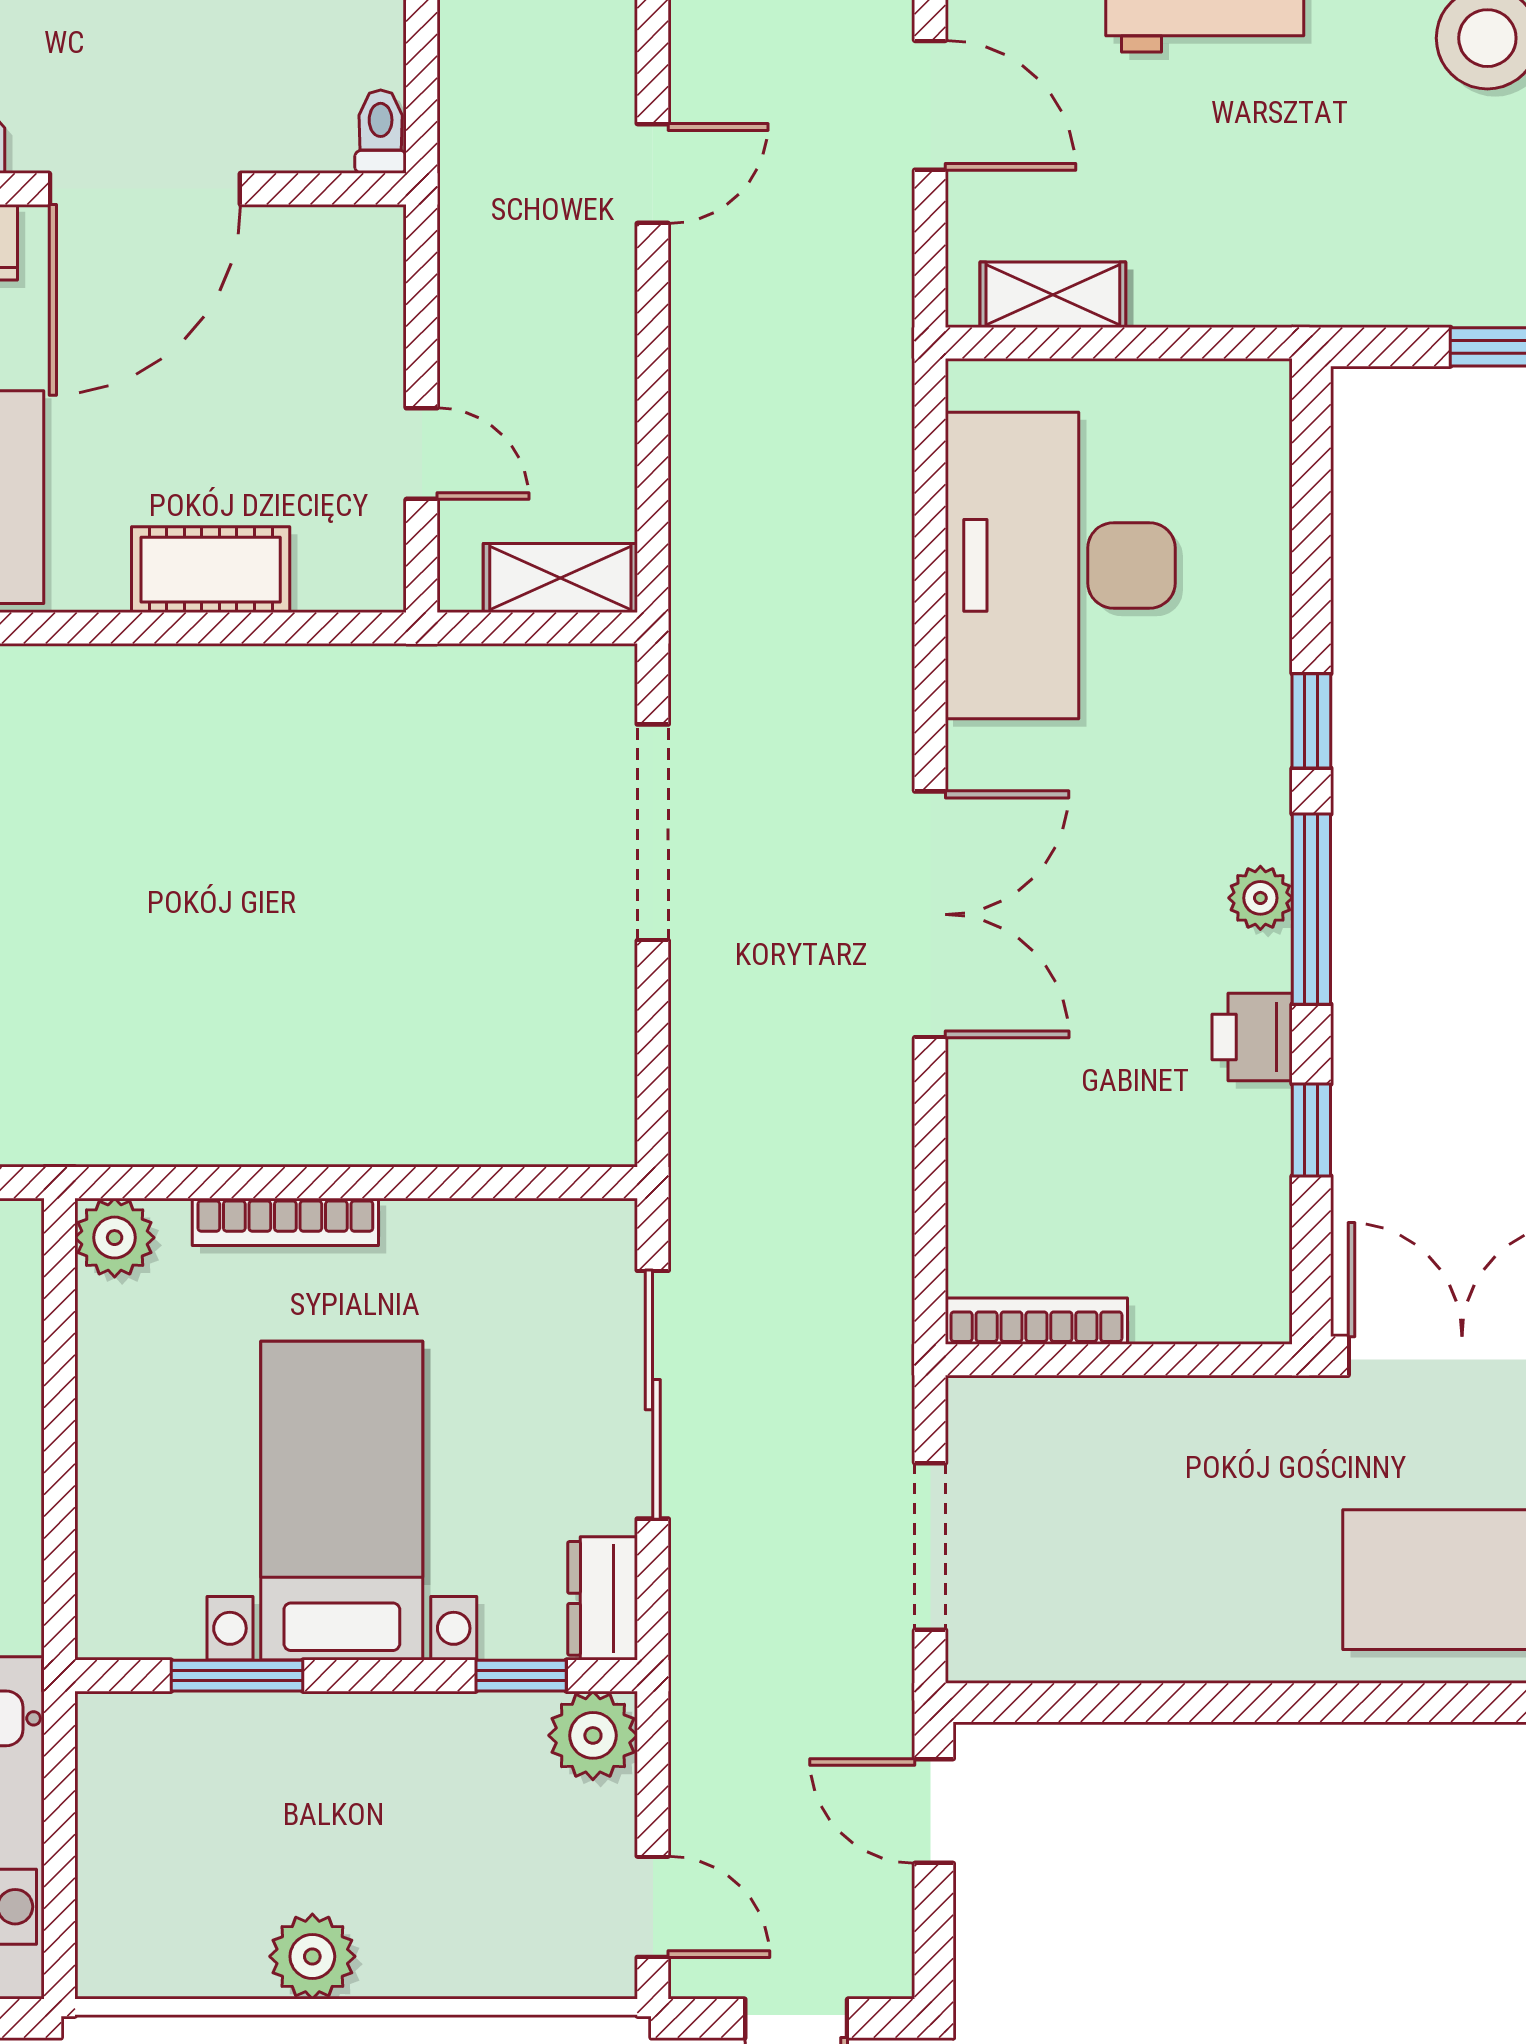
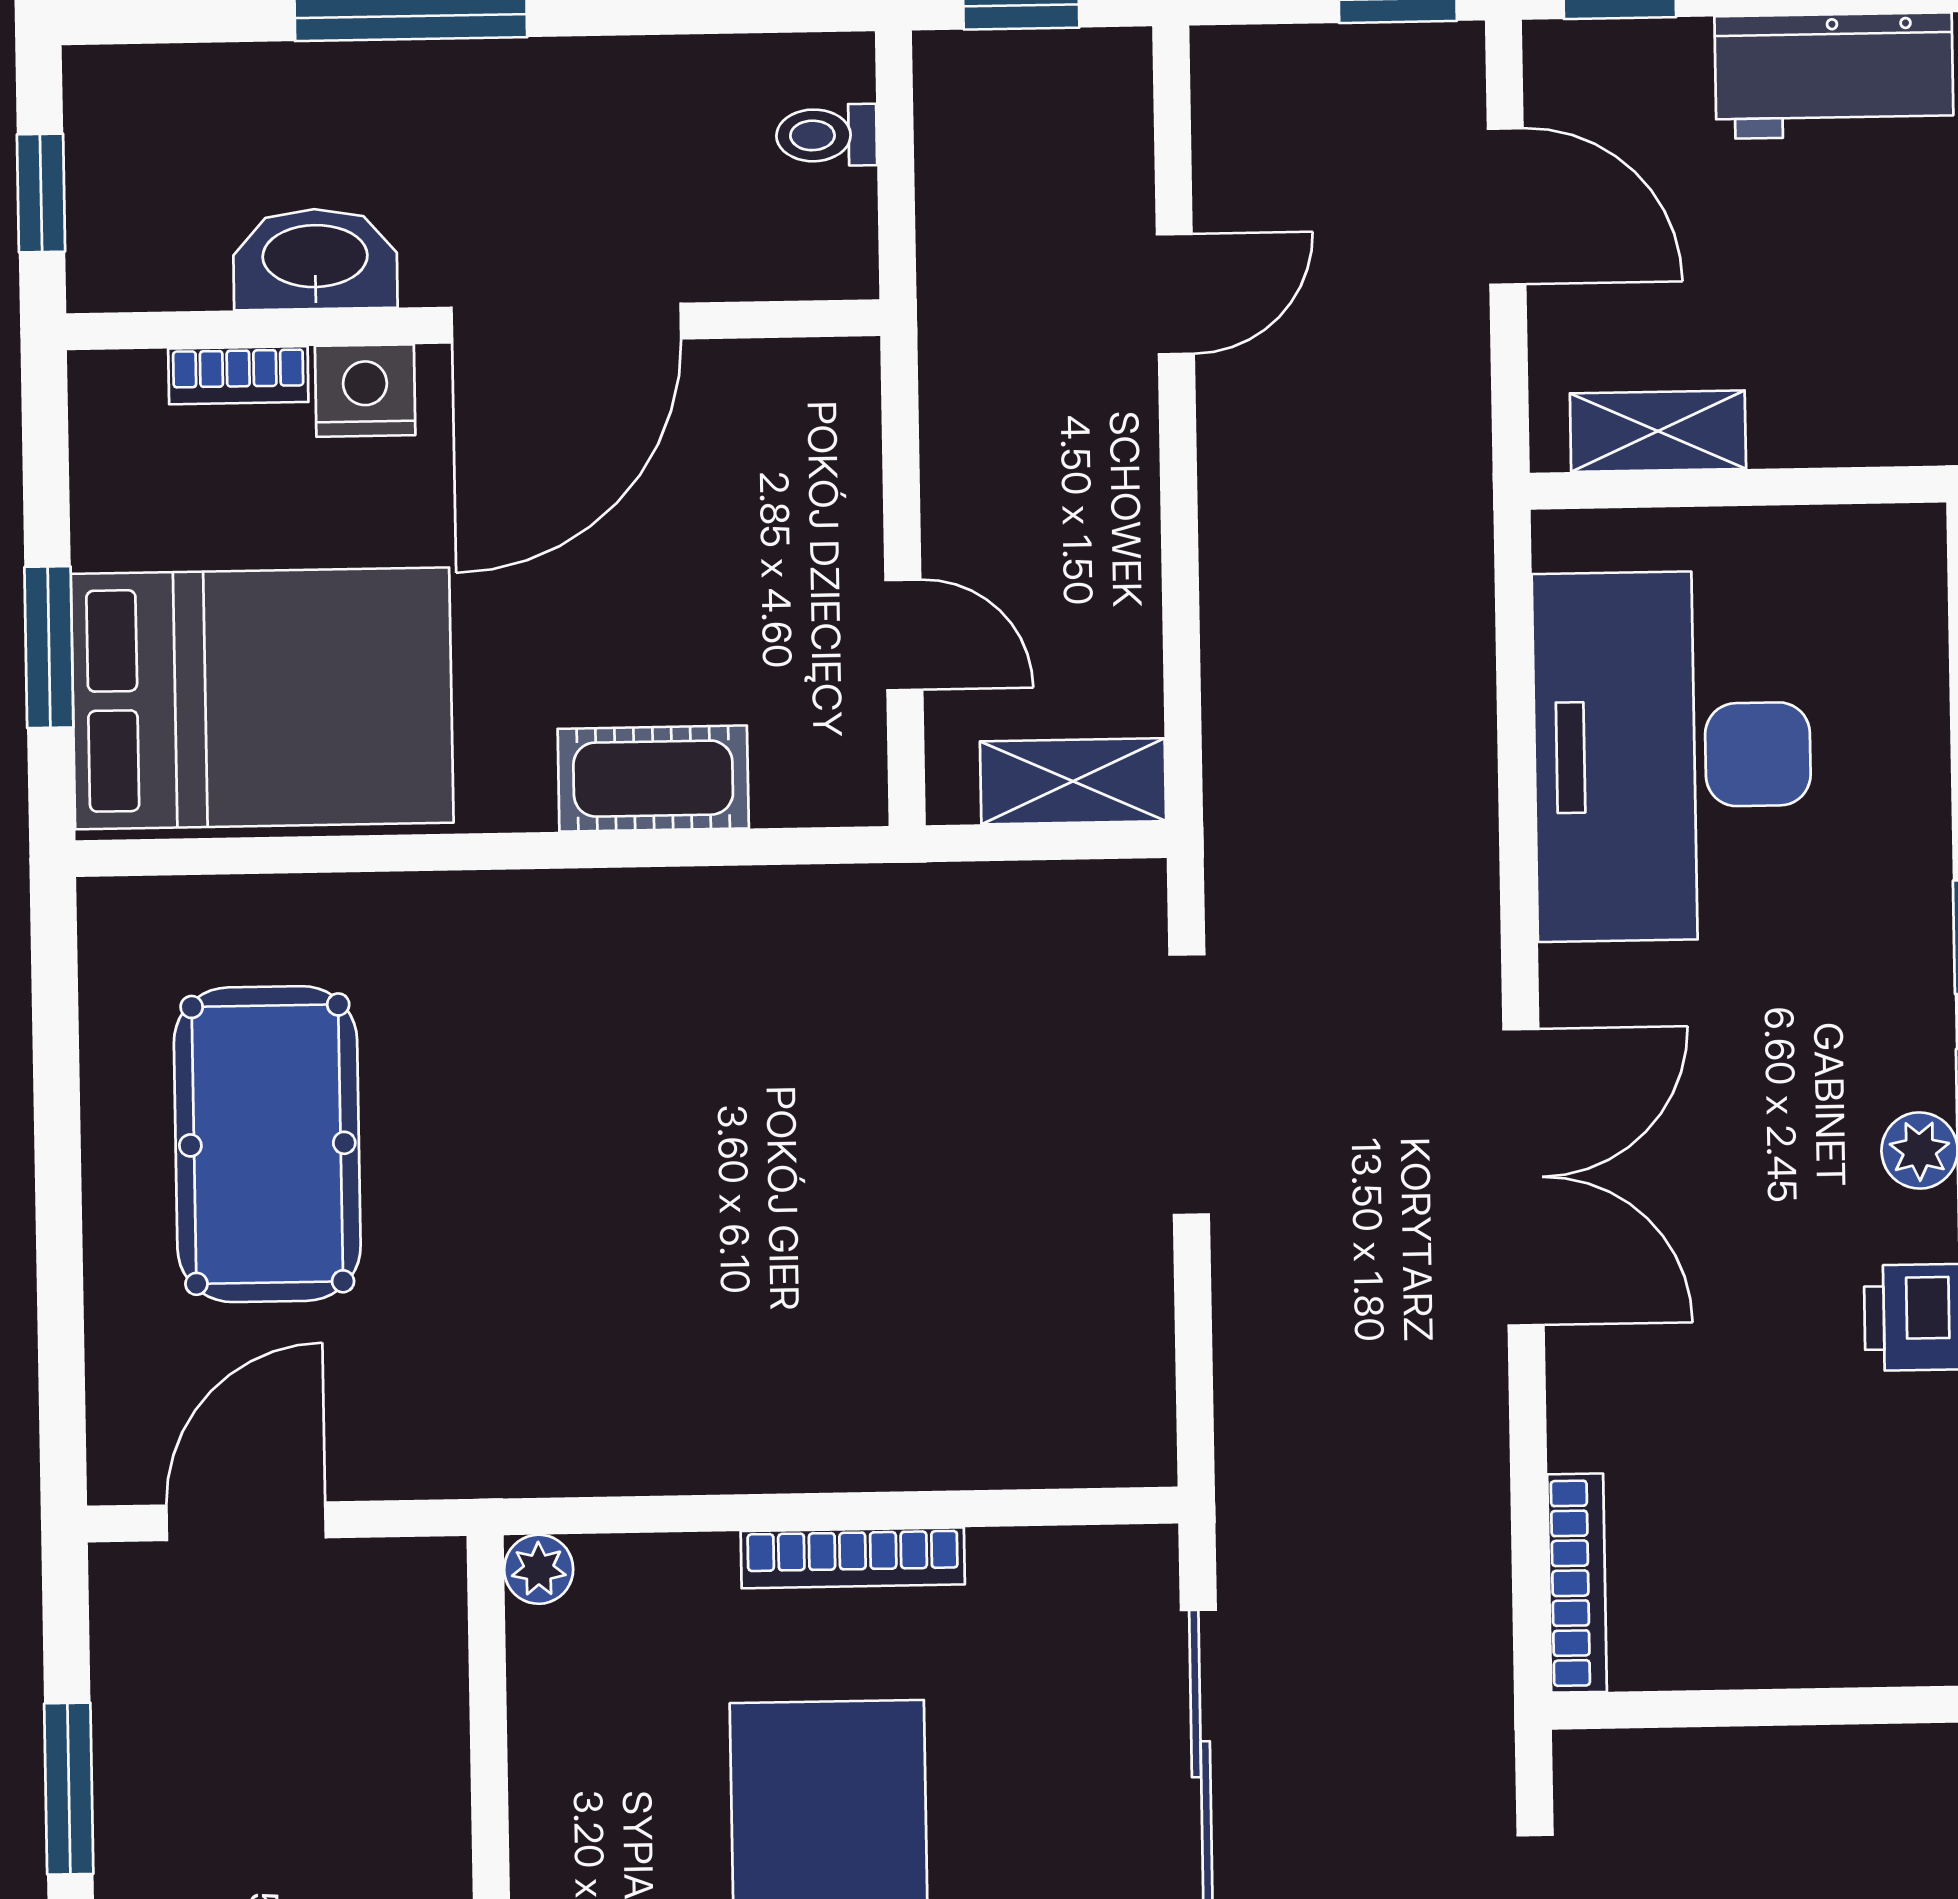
toilet: (381, 132) -> (827, 135), moved, turned -90
bookcase: (285, 1222) -> (853, 1558), moved
plant: (115, 1238) -> (539, 1569), width x0.73, depth x0.73
bookcase: (1036, 1321) -> (1577, 1583), moved, turned 90

